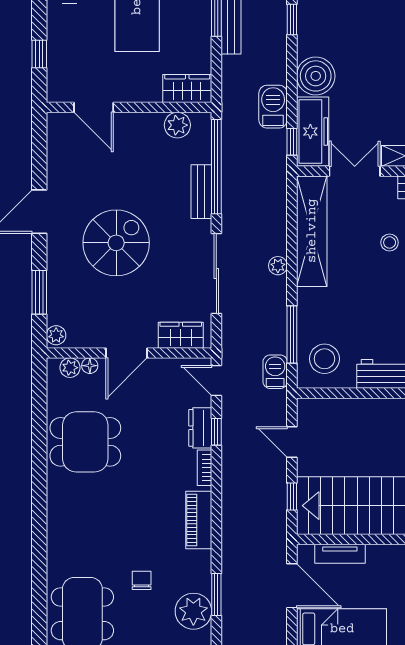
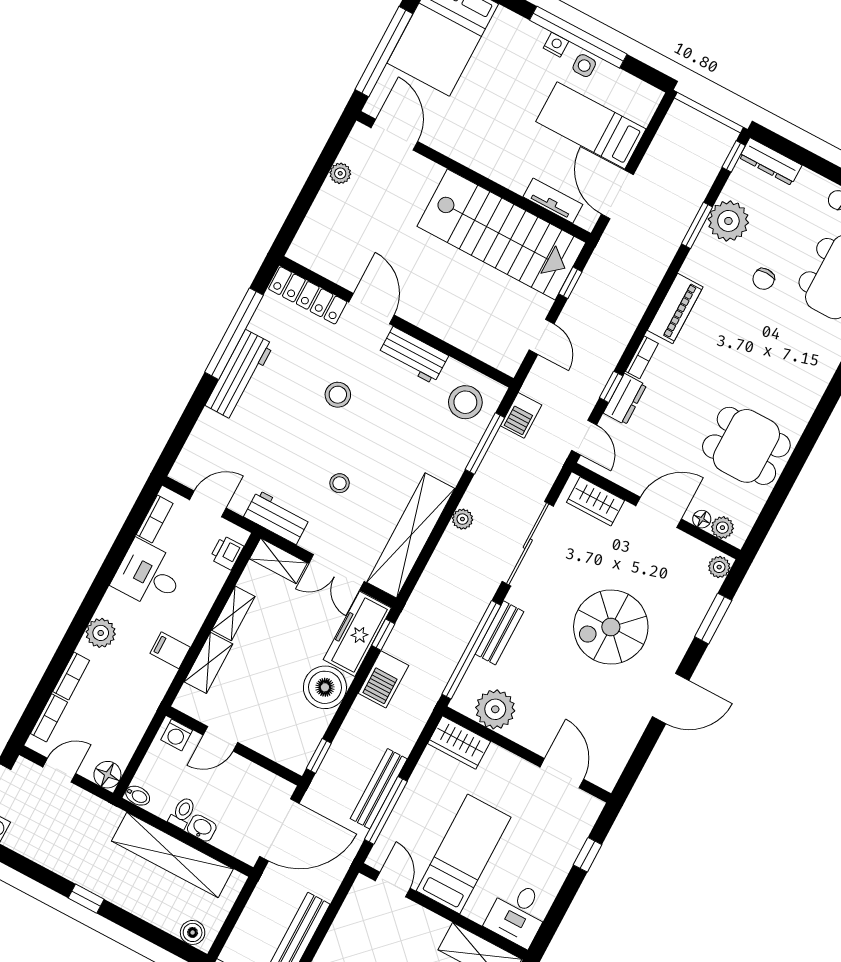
plant: (177, 125) -> (495, 709), width x1.36, depth x1.36

